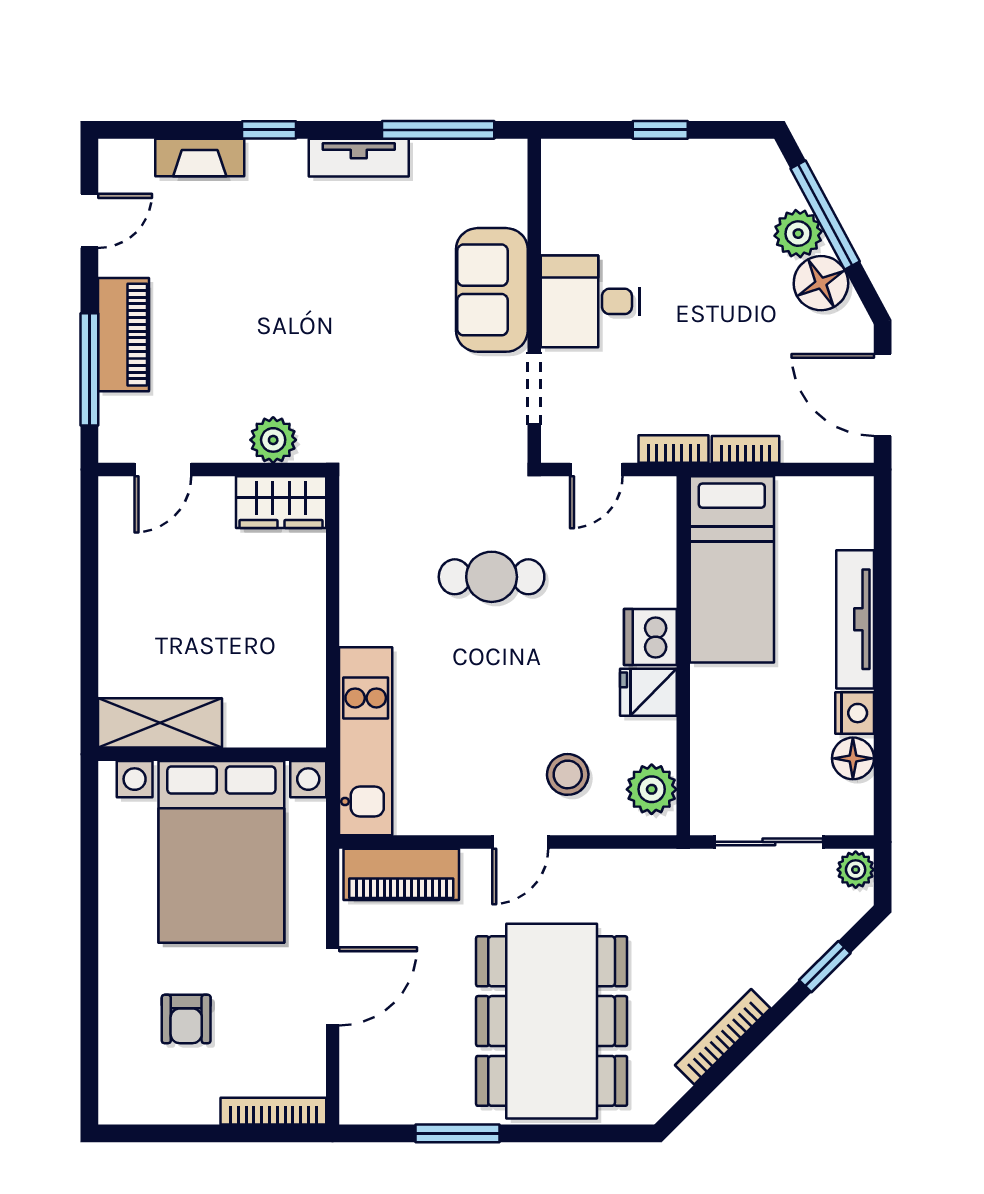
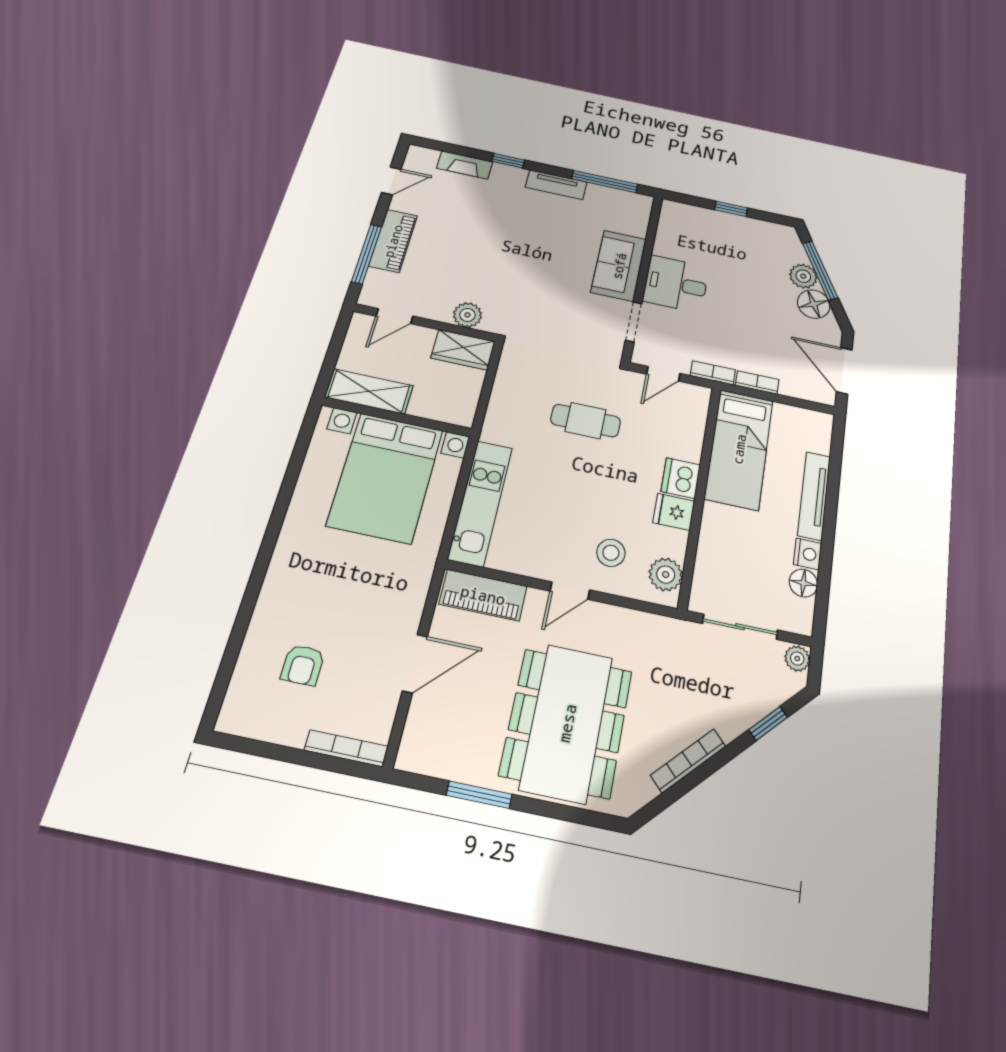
shelving: (160, 723) -> (369, 391), moved
wall: (212, 754) -> (397, 417), moved
bed with nightstands: (221, 852) -> (385, 477), moved

